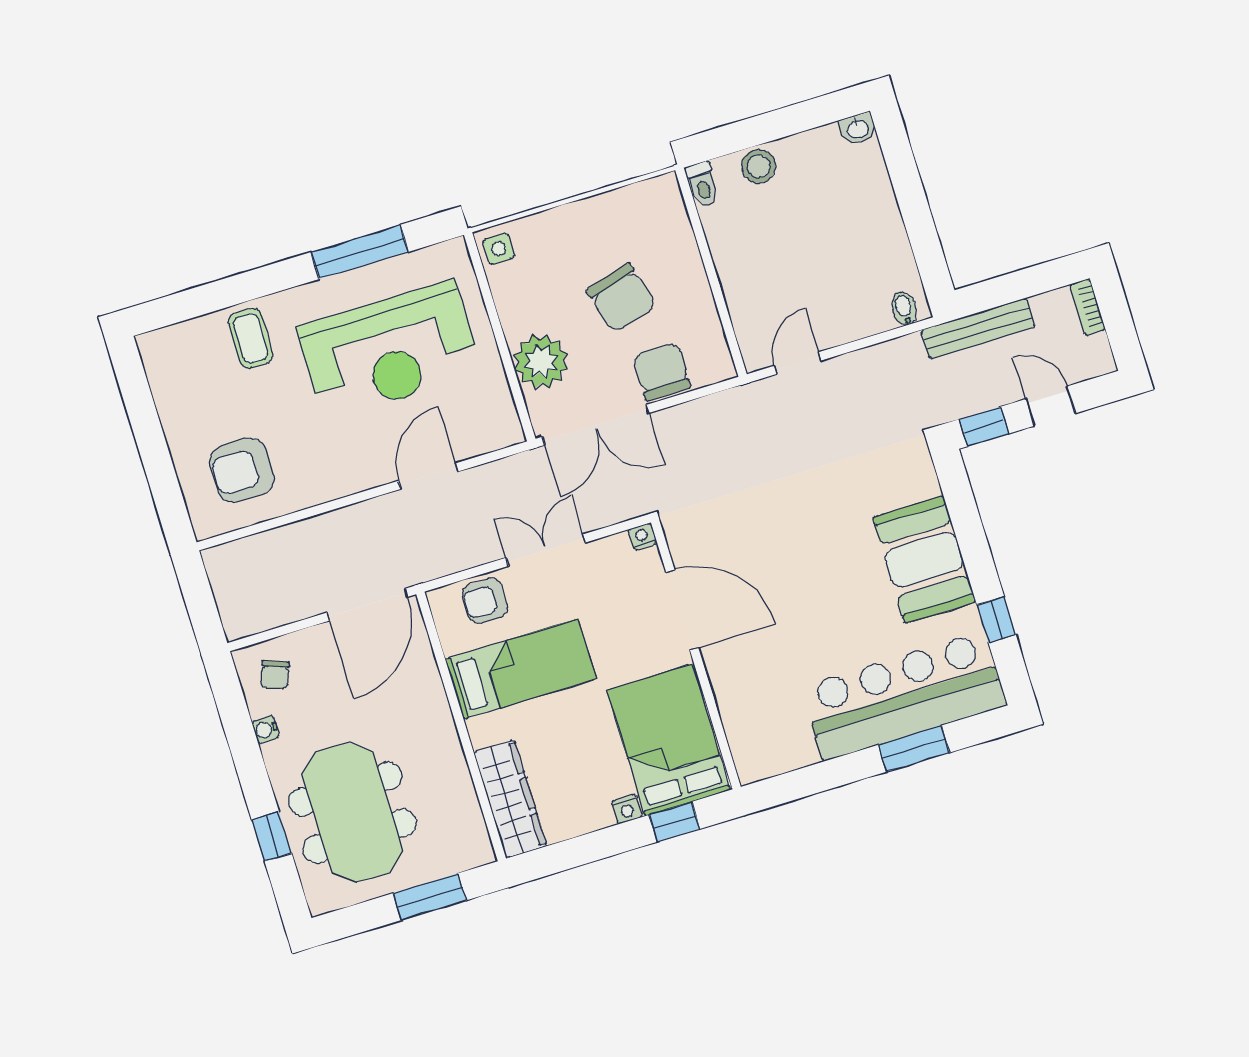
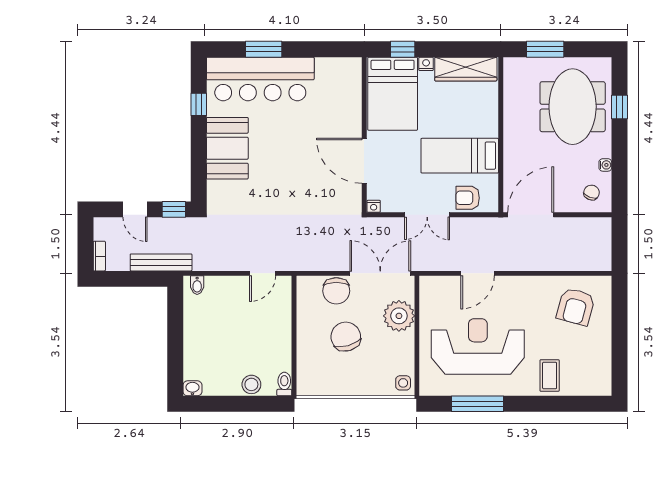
armchair: (242, 470) -> (576, 307), turned 105
armchair: (485, 601) -> (468, 198), turned 180
wardrobe: (510, 799) -> (466, 69), moved, turned -90

